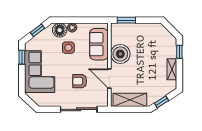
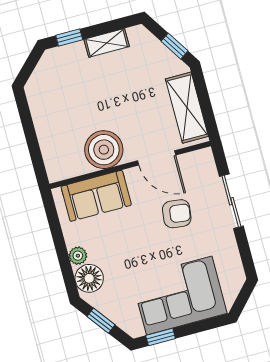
window: (126, 20) -> (36, 155), removed
side table: (68, 48) -> (118, 253), removed
door: (109, 79) -> (157, 158), hinge flipped
armchair: (80, 81) -> (177, 214), turned -83
sliding door: (79, 109) -> (231, 201), width x0.73

